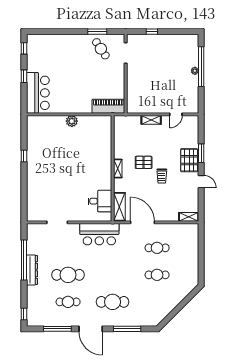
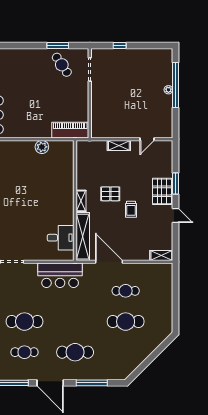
plant: (72, 121) -> (42, 147), moved
shelving: (119, 207) -> (83, 237), width x1.47
cafe table: (157, 275) -> (126, 322), width x1.37, depth x1.35

